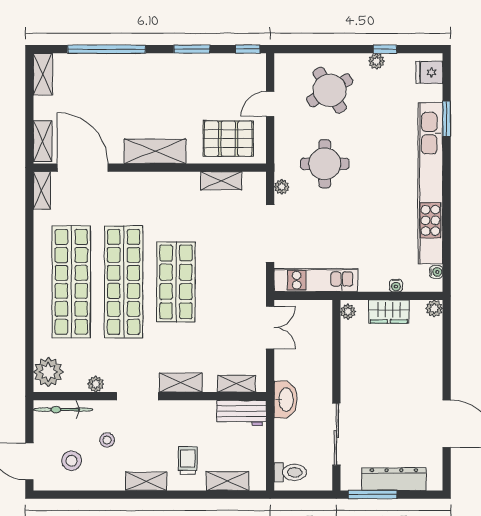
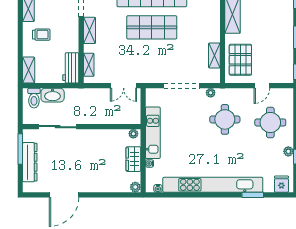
round table: (330, 90) -> (270, 122), turned 31
door: (270, 104) -> (262, 86), swing flipped
kitchen unit: (316, 280) -> (153, 133), moved
washbasin: (286, 399) -> (53, 95), moved
shelving: (227, 481) -> (29, 70), moved

